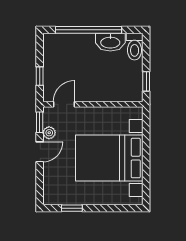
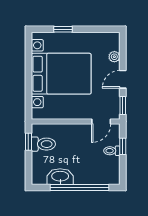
toilet: (135, 47) -> (43, 144), moved, turned 90
toilet: (52, 71) -> (112, 151), added
plant: (49, 133) -> (114, 57), moved
window: (72, 208) -> (63, 29), moved

